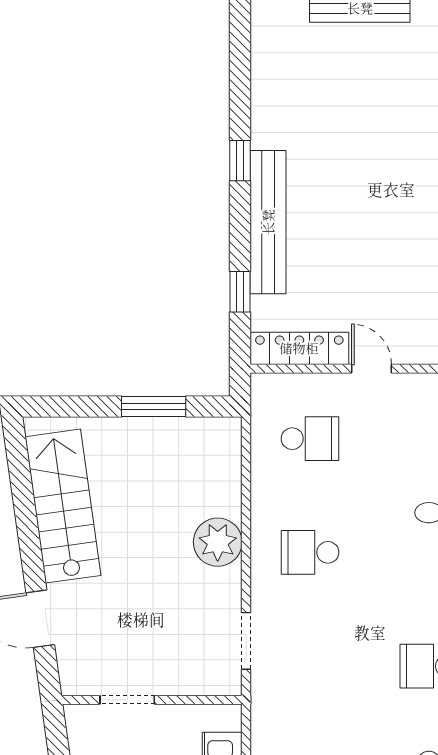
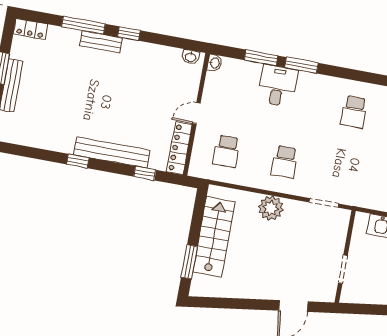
window: (154, 407) -> (189, 262), moved
school desk: (310, 439) -> (227, 151), turned 180
stairs: (63, 506) -> (214, 237), moved, turned 98

